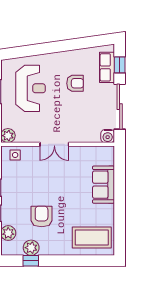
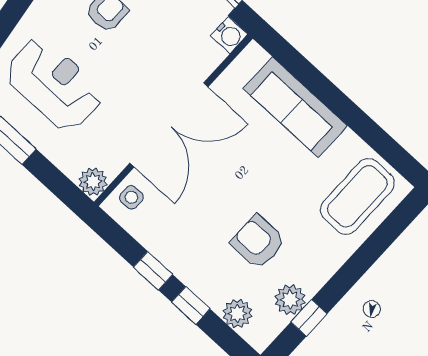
double door: (54, 144) -> (169, 125), width x1.87
sofa: (104, 185) -> (295, 107), width x1.36

